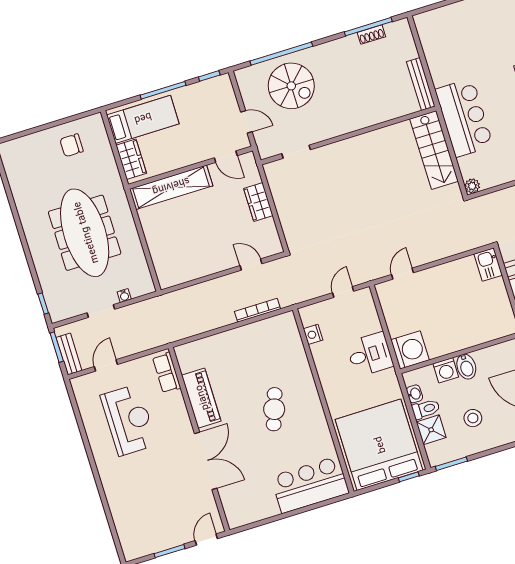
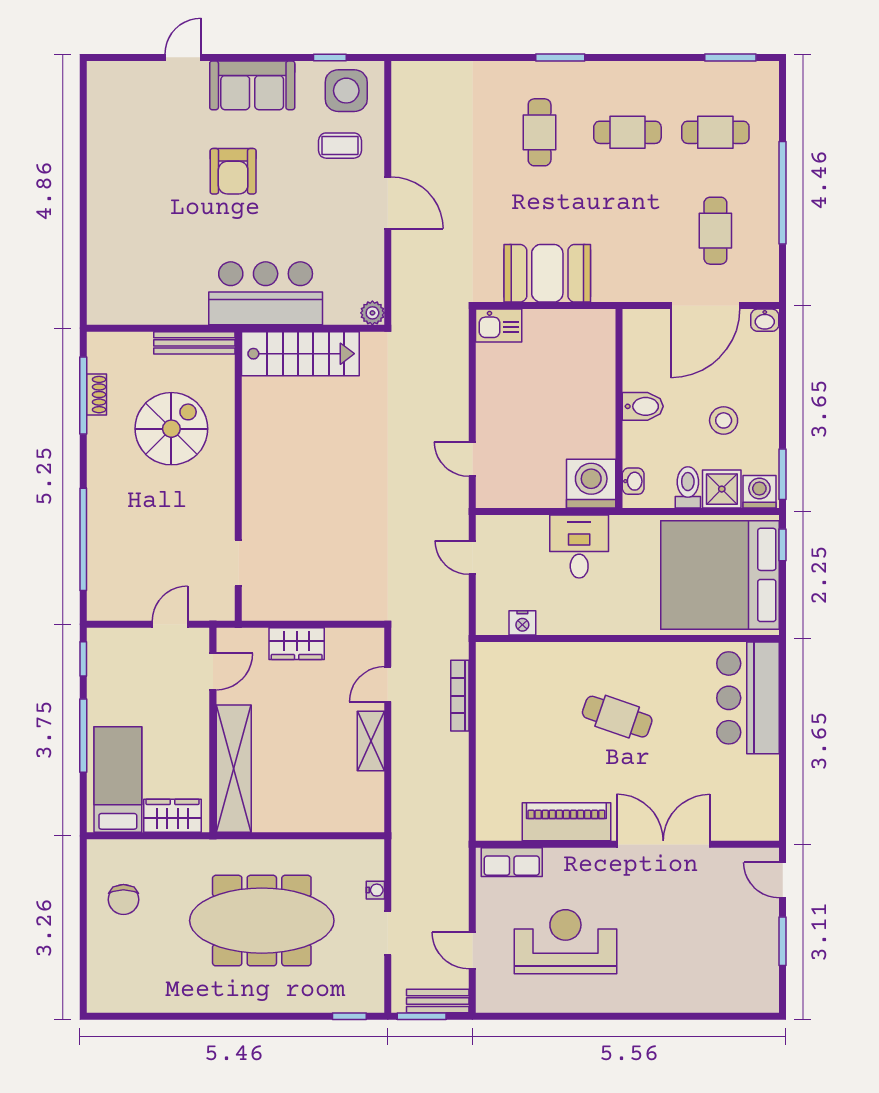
spiral stairs: (291, 86) -> (171, 429), moved
shelving: (213, 265) -> (371, 741), added
washing machine: (446, 370) -> (759, 492), moved, turned -90
washbasin: (415, 394) -> (633, 481), moved, turned 90

